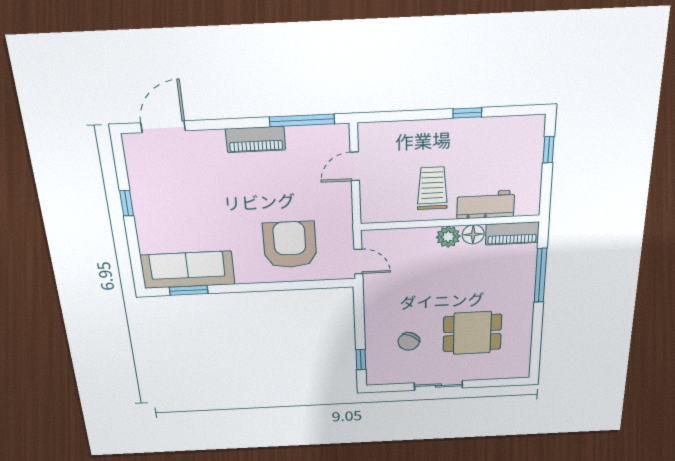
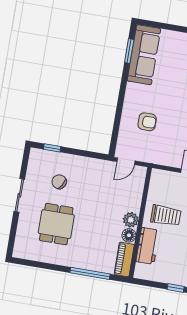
armchair: (290, 245) -> (147, 122), width x0.53, depth x0.53

